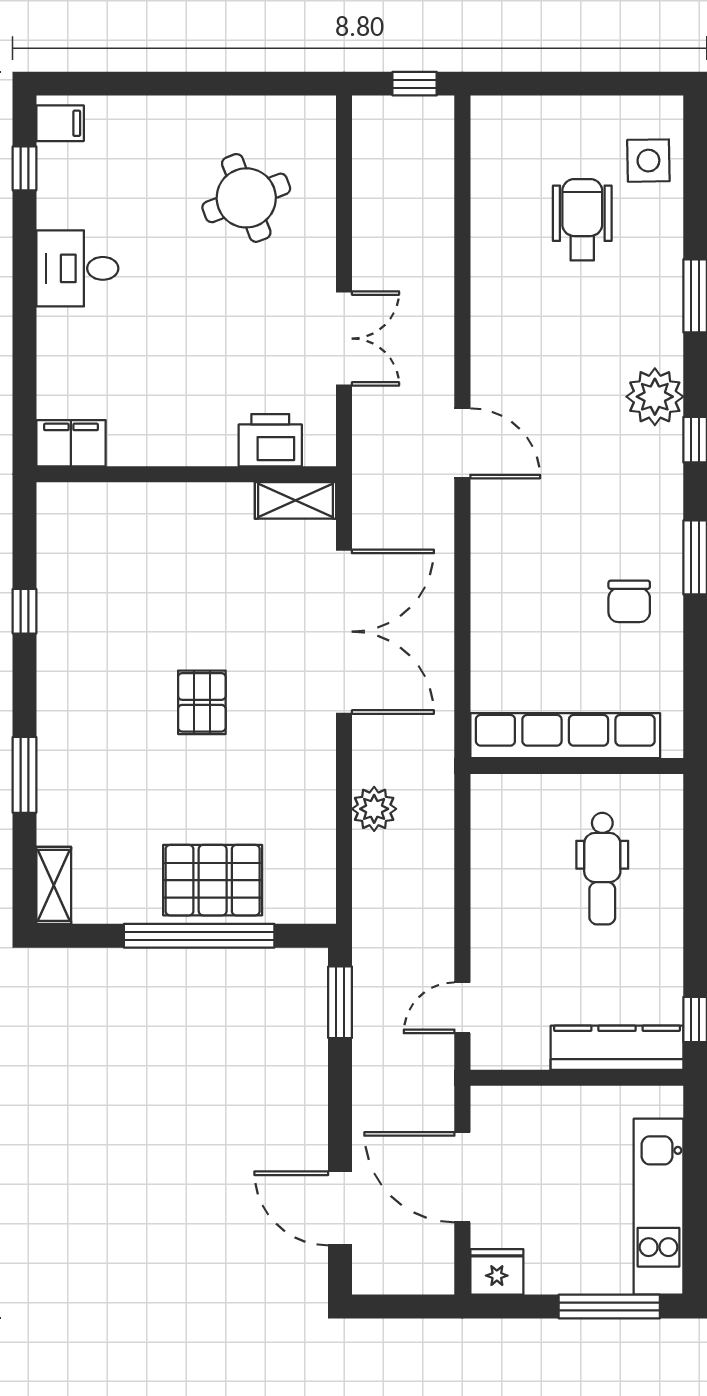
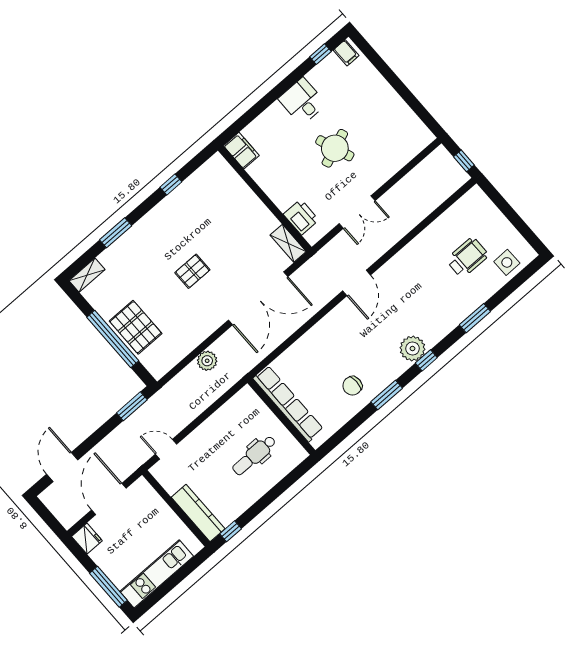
round table: (246, 198) -> (335, 148), moved
plant: (655, 397) -> (412, 349), moved

